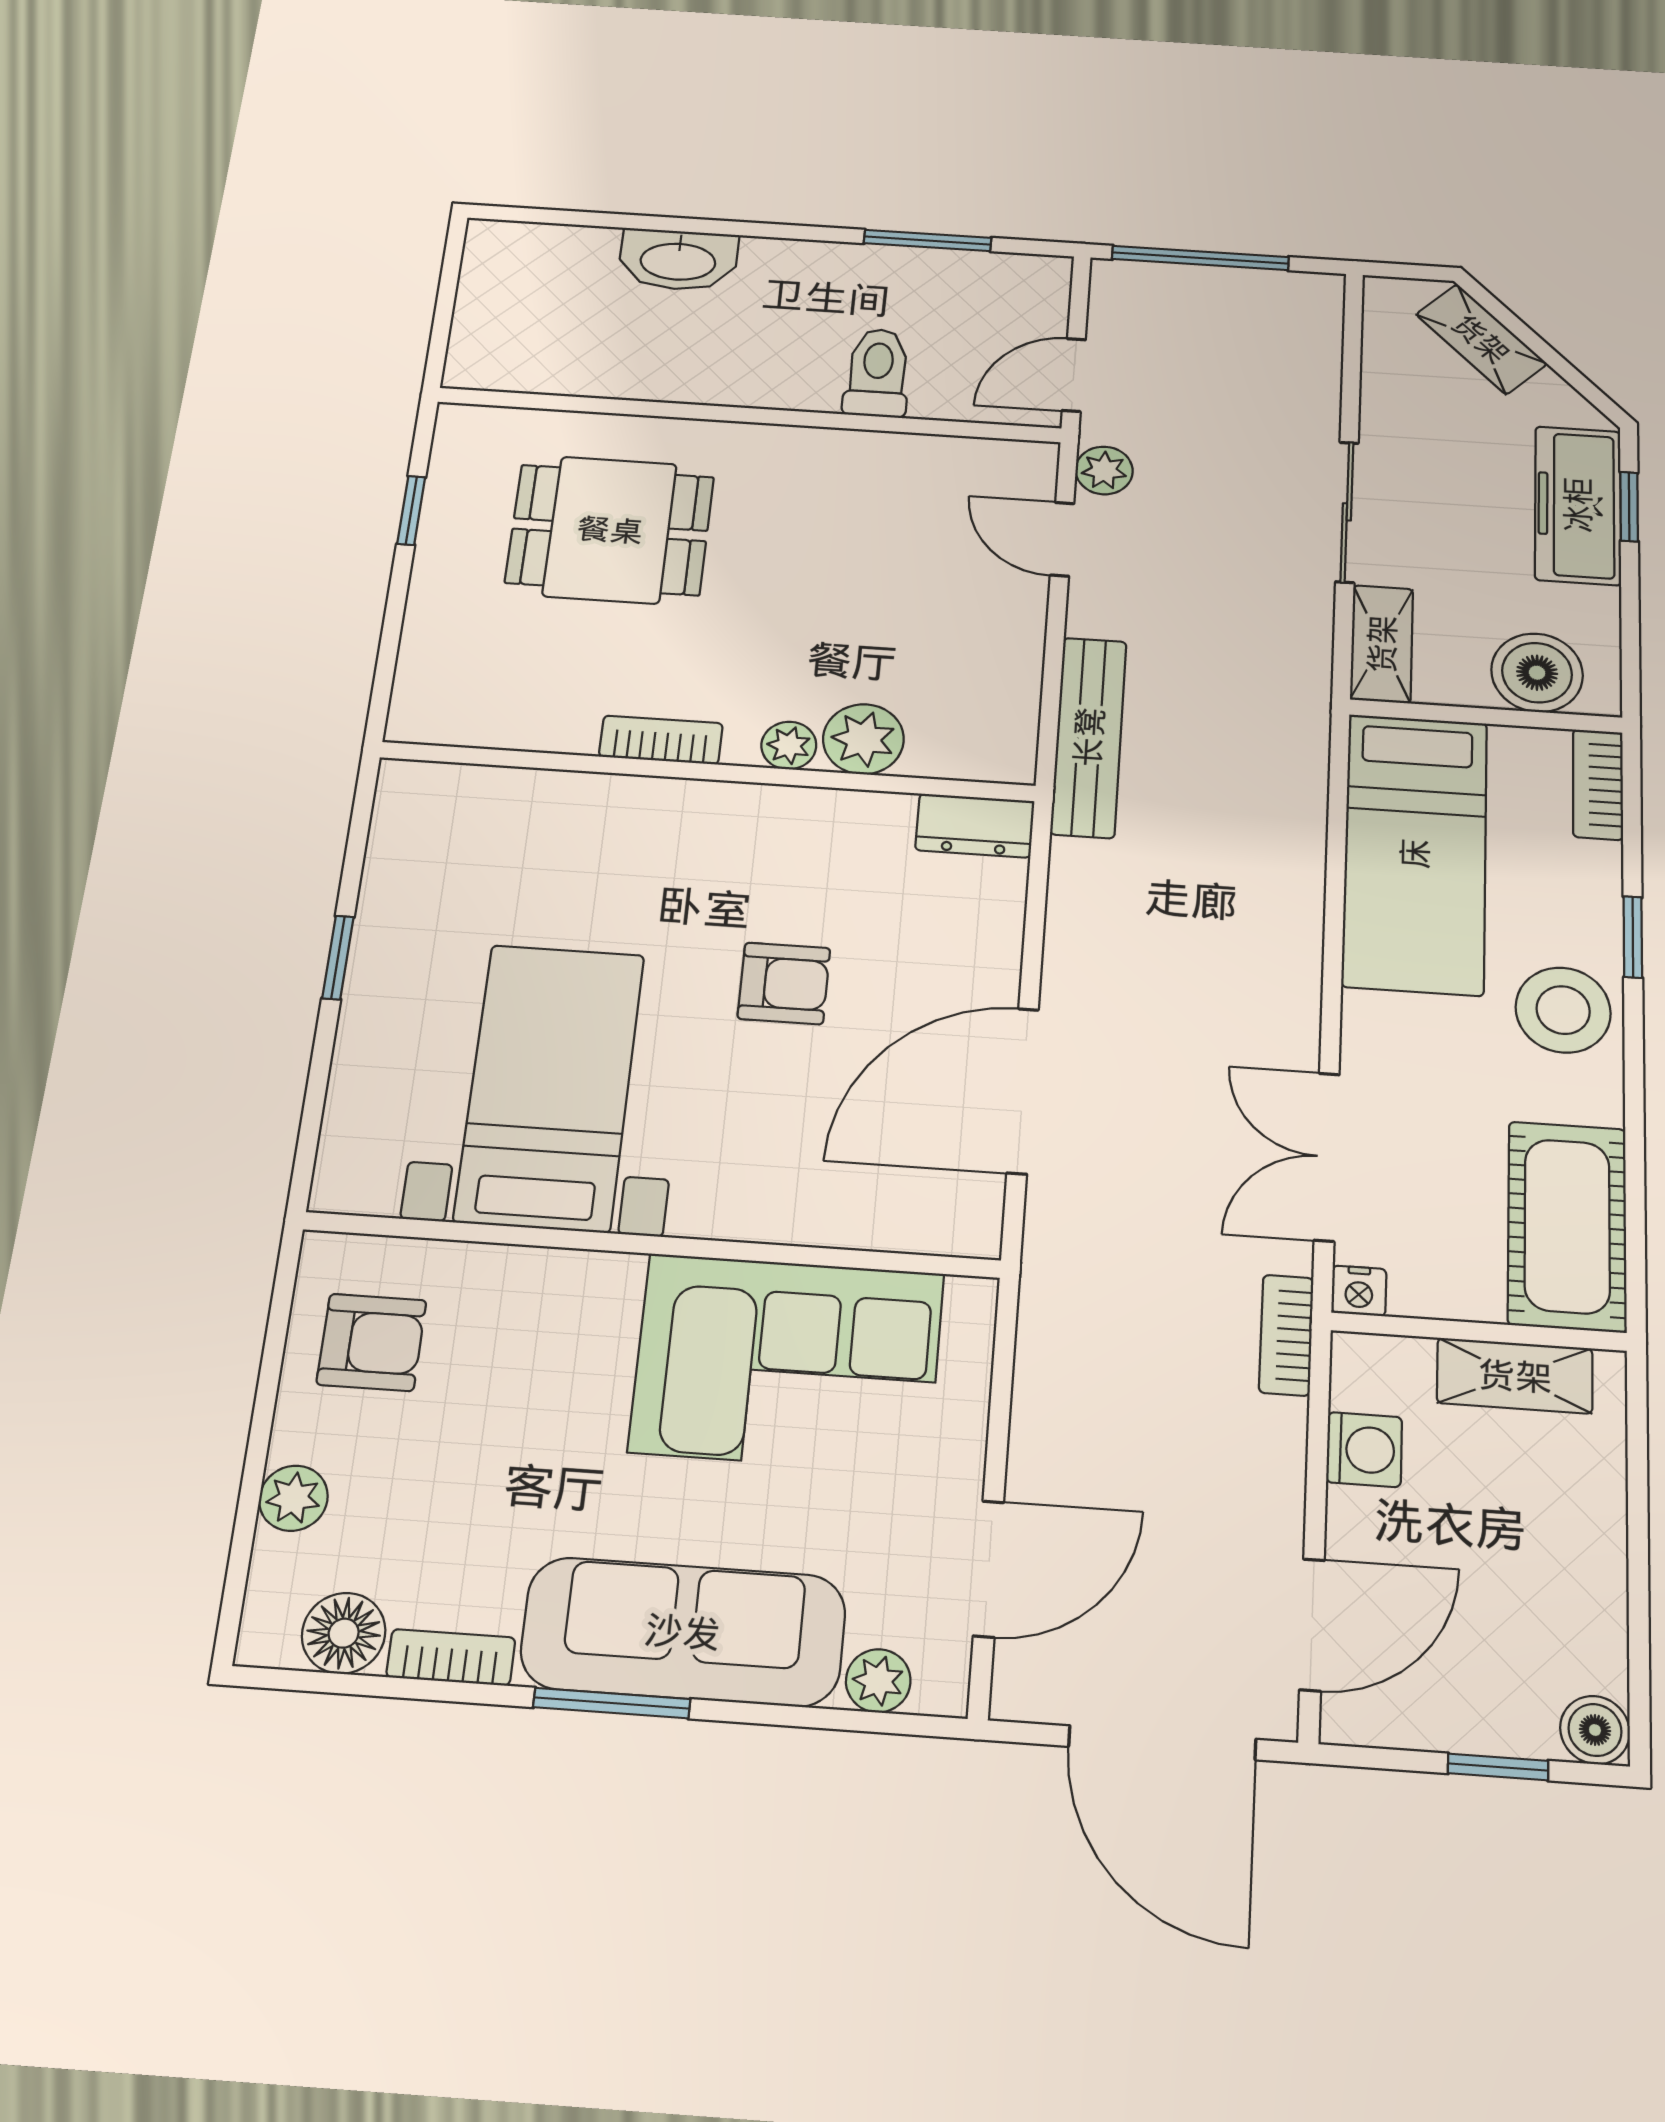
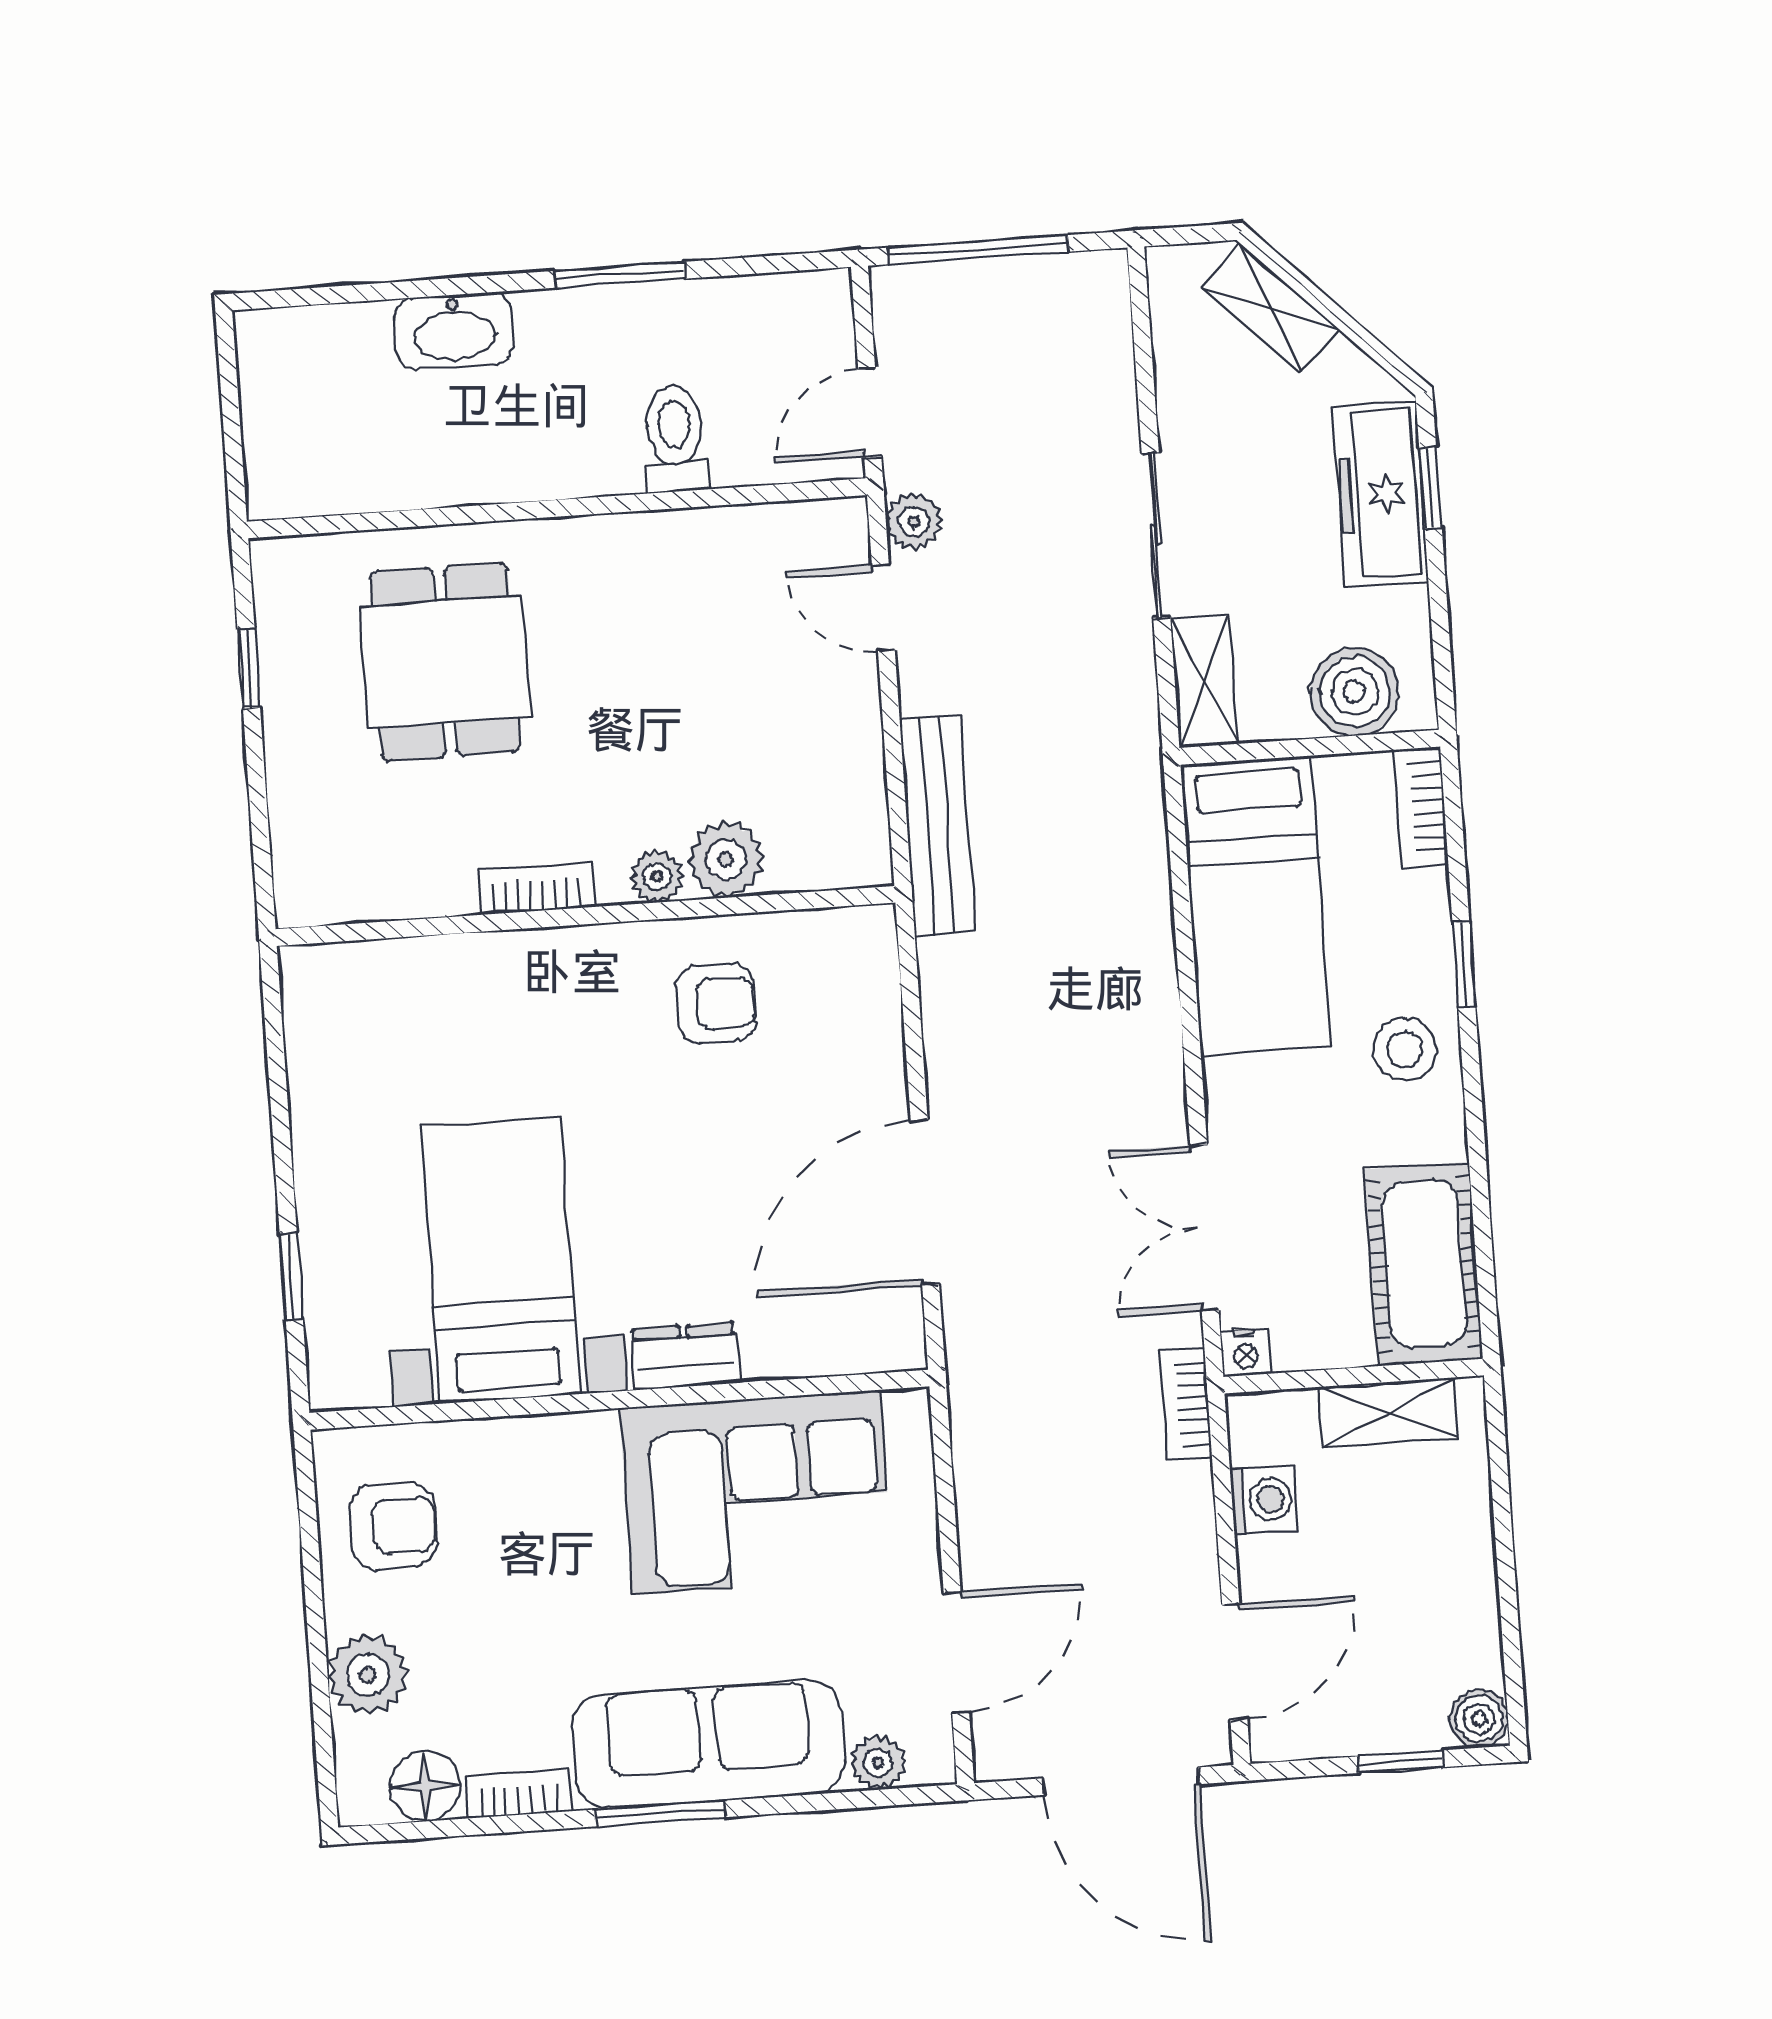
window: (928, 241) -> (620, 275), moved
dining table: (610, 530) -> (445, 662), turned 90
dresser: (975, 826) -> (685, 1356), moved, turned 180
window: (338, 957) -> (291, 1276), moved
armchair: (784, 983) -> (716, 1003), moved
stool: (1563, 1010) -> (1405, 1050), width x0.73, depth x0.73
plant: (293, 1498) -> (368, 1675), width x1.38, depth x1.38

